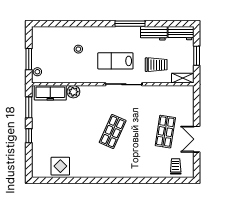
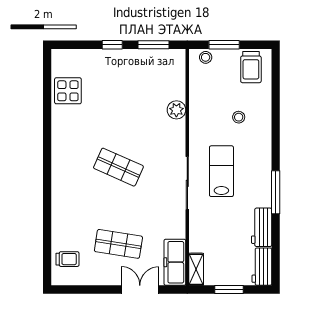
trolley: (156, 65) -> (251, 67), moved
freezer: (50, 93) -> (175, 262), moved
double door: (197, 139) -> (140, 289), moved

